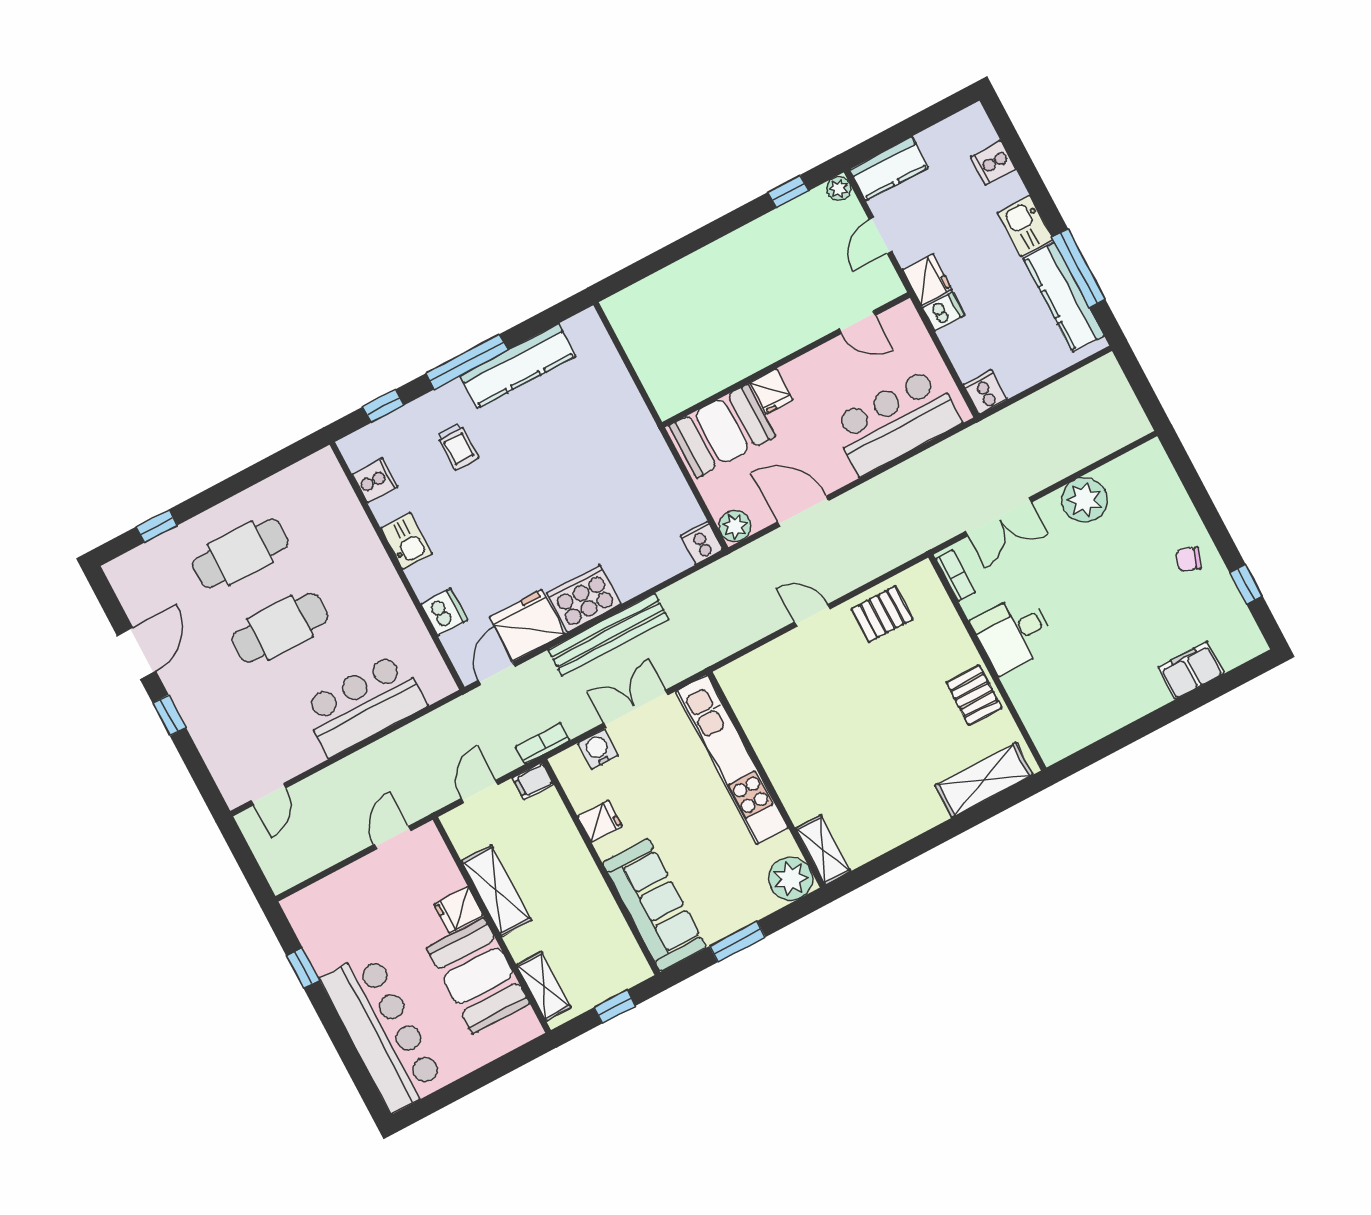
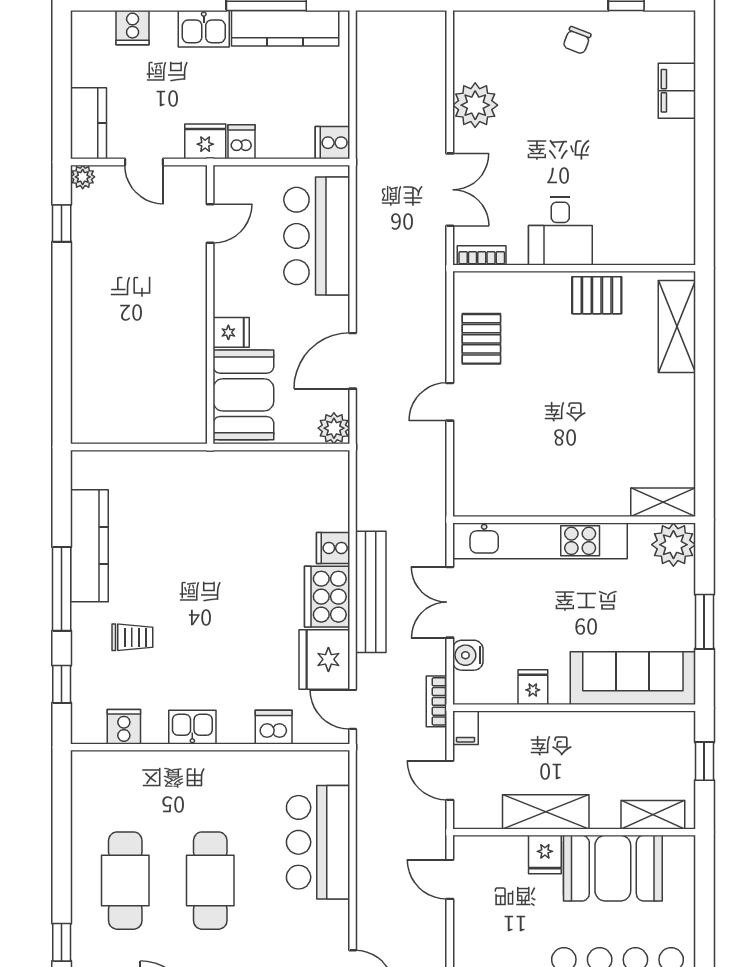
cooker: (702, 543) -> (333, 548), moved

